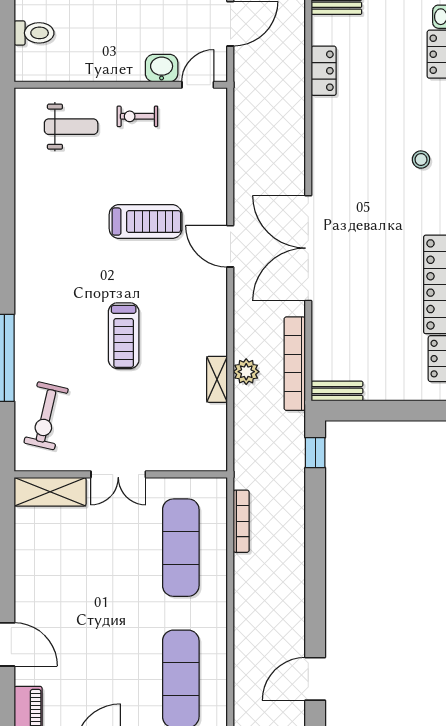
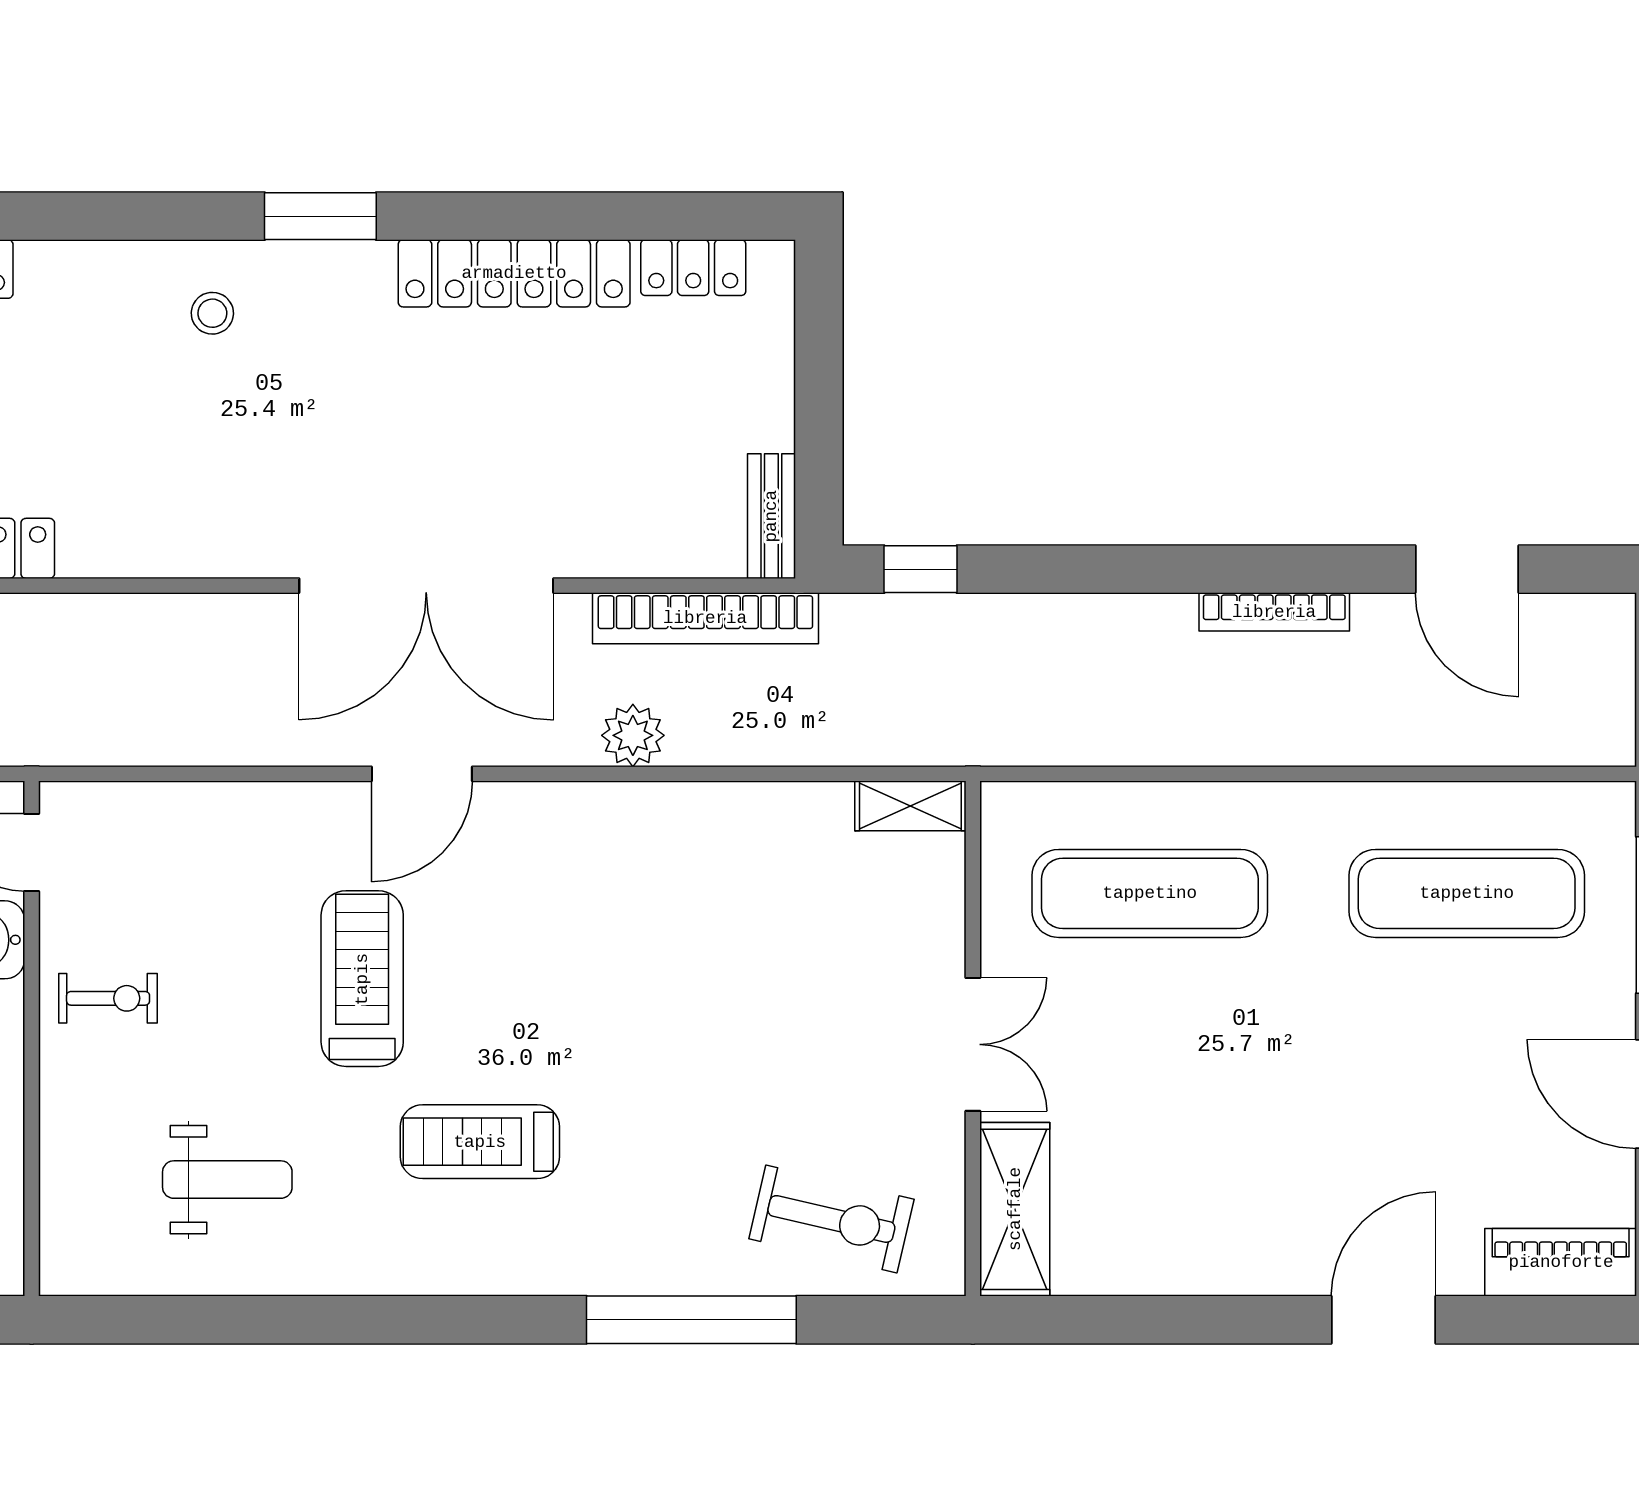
exercise bike: (137, 116) -> (108, 998), turned -90
weight bench: (71, 127) -> (227, 1180), moved, turned 90
treadmill: (124, 336) -> (480, 1142), moved, turned 180
plant: (246, 372) -> (633, 735), moved
shelving: (217, 379) -> (910, 806), moved
bookcase: (241, 521) -> (1274, 612), moved, turned 180

